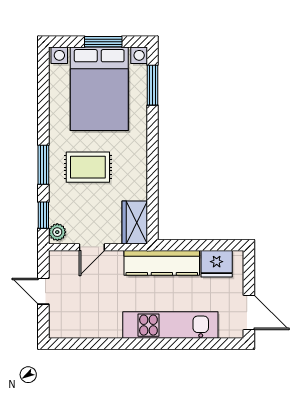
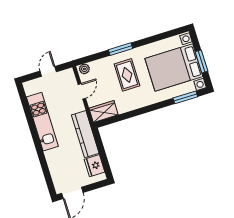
window: (43, 215) -> (92, 58), removed
door: (92, 247) -> (82, 91), swing flipped
kitchen unit: (170, 325) -> (42, 122), moved

